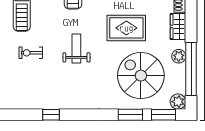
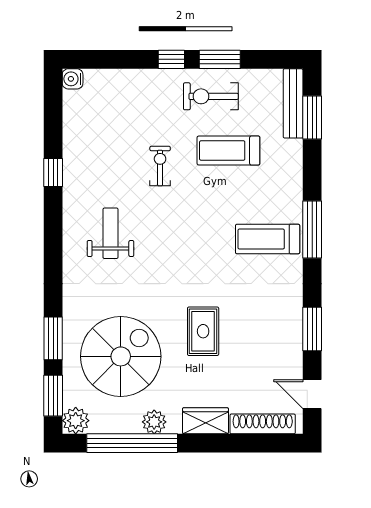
rug: (126, 28) -> (203, 331), width x0.73, depth x0.70
weight bench: (76, 49) -> (110, 233), moved, turned -90
window: (51, 115) -> (53, 172), moved

